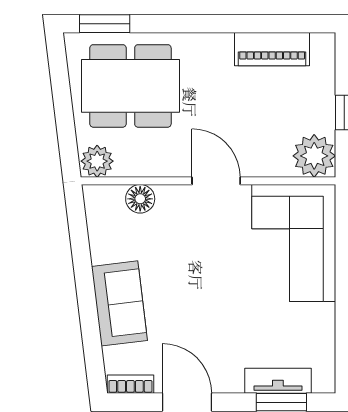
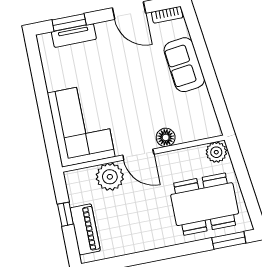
piano: (272, 49) -> (85, 229), moved, turned 90
plant: (314, 156) -> (110, 177), moved
floor lamp: (140, 199) -> (166, 137), moved

